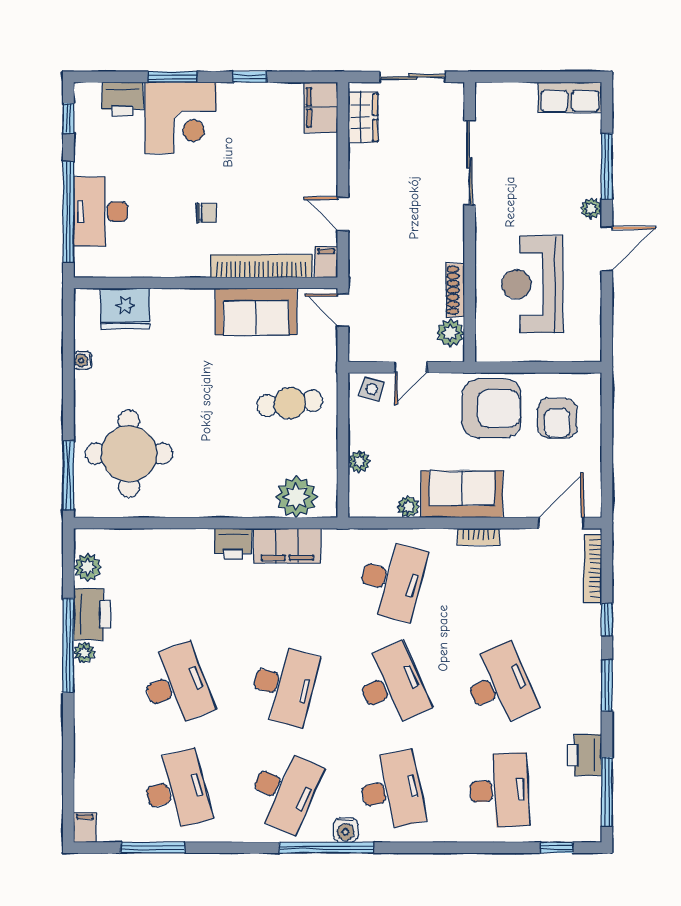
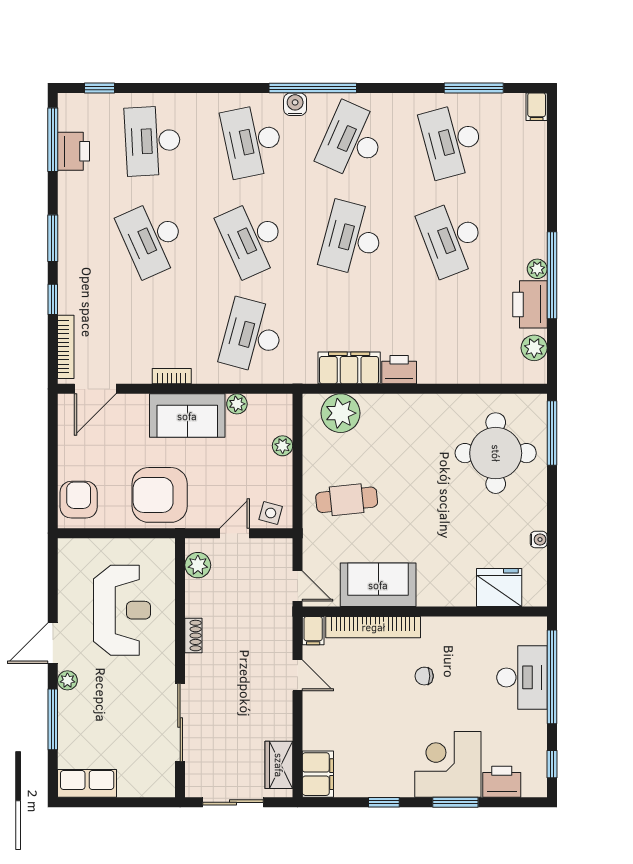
shoe rack: (455, 290) -> (193, 636), moved, width x0.70
armchair: (557, 418) -> (79, 500), moved
printer: (585, 755) -> (74, 151), moved

